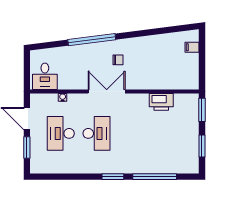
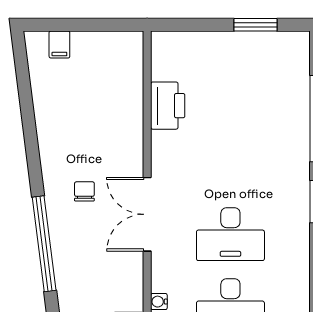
window: (202, 110) -> (184, 25), removed
desk: (97, 133) -> (230, 234), turned 180

